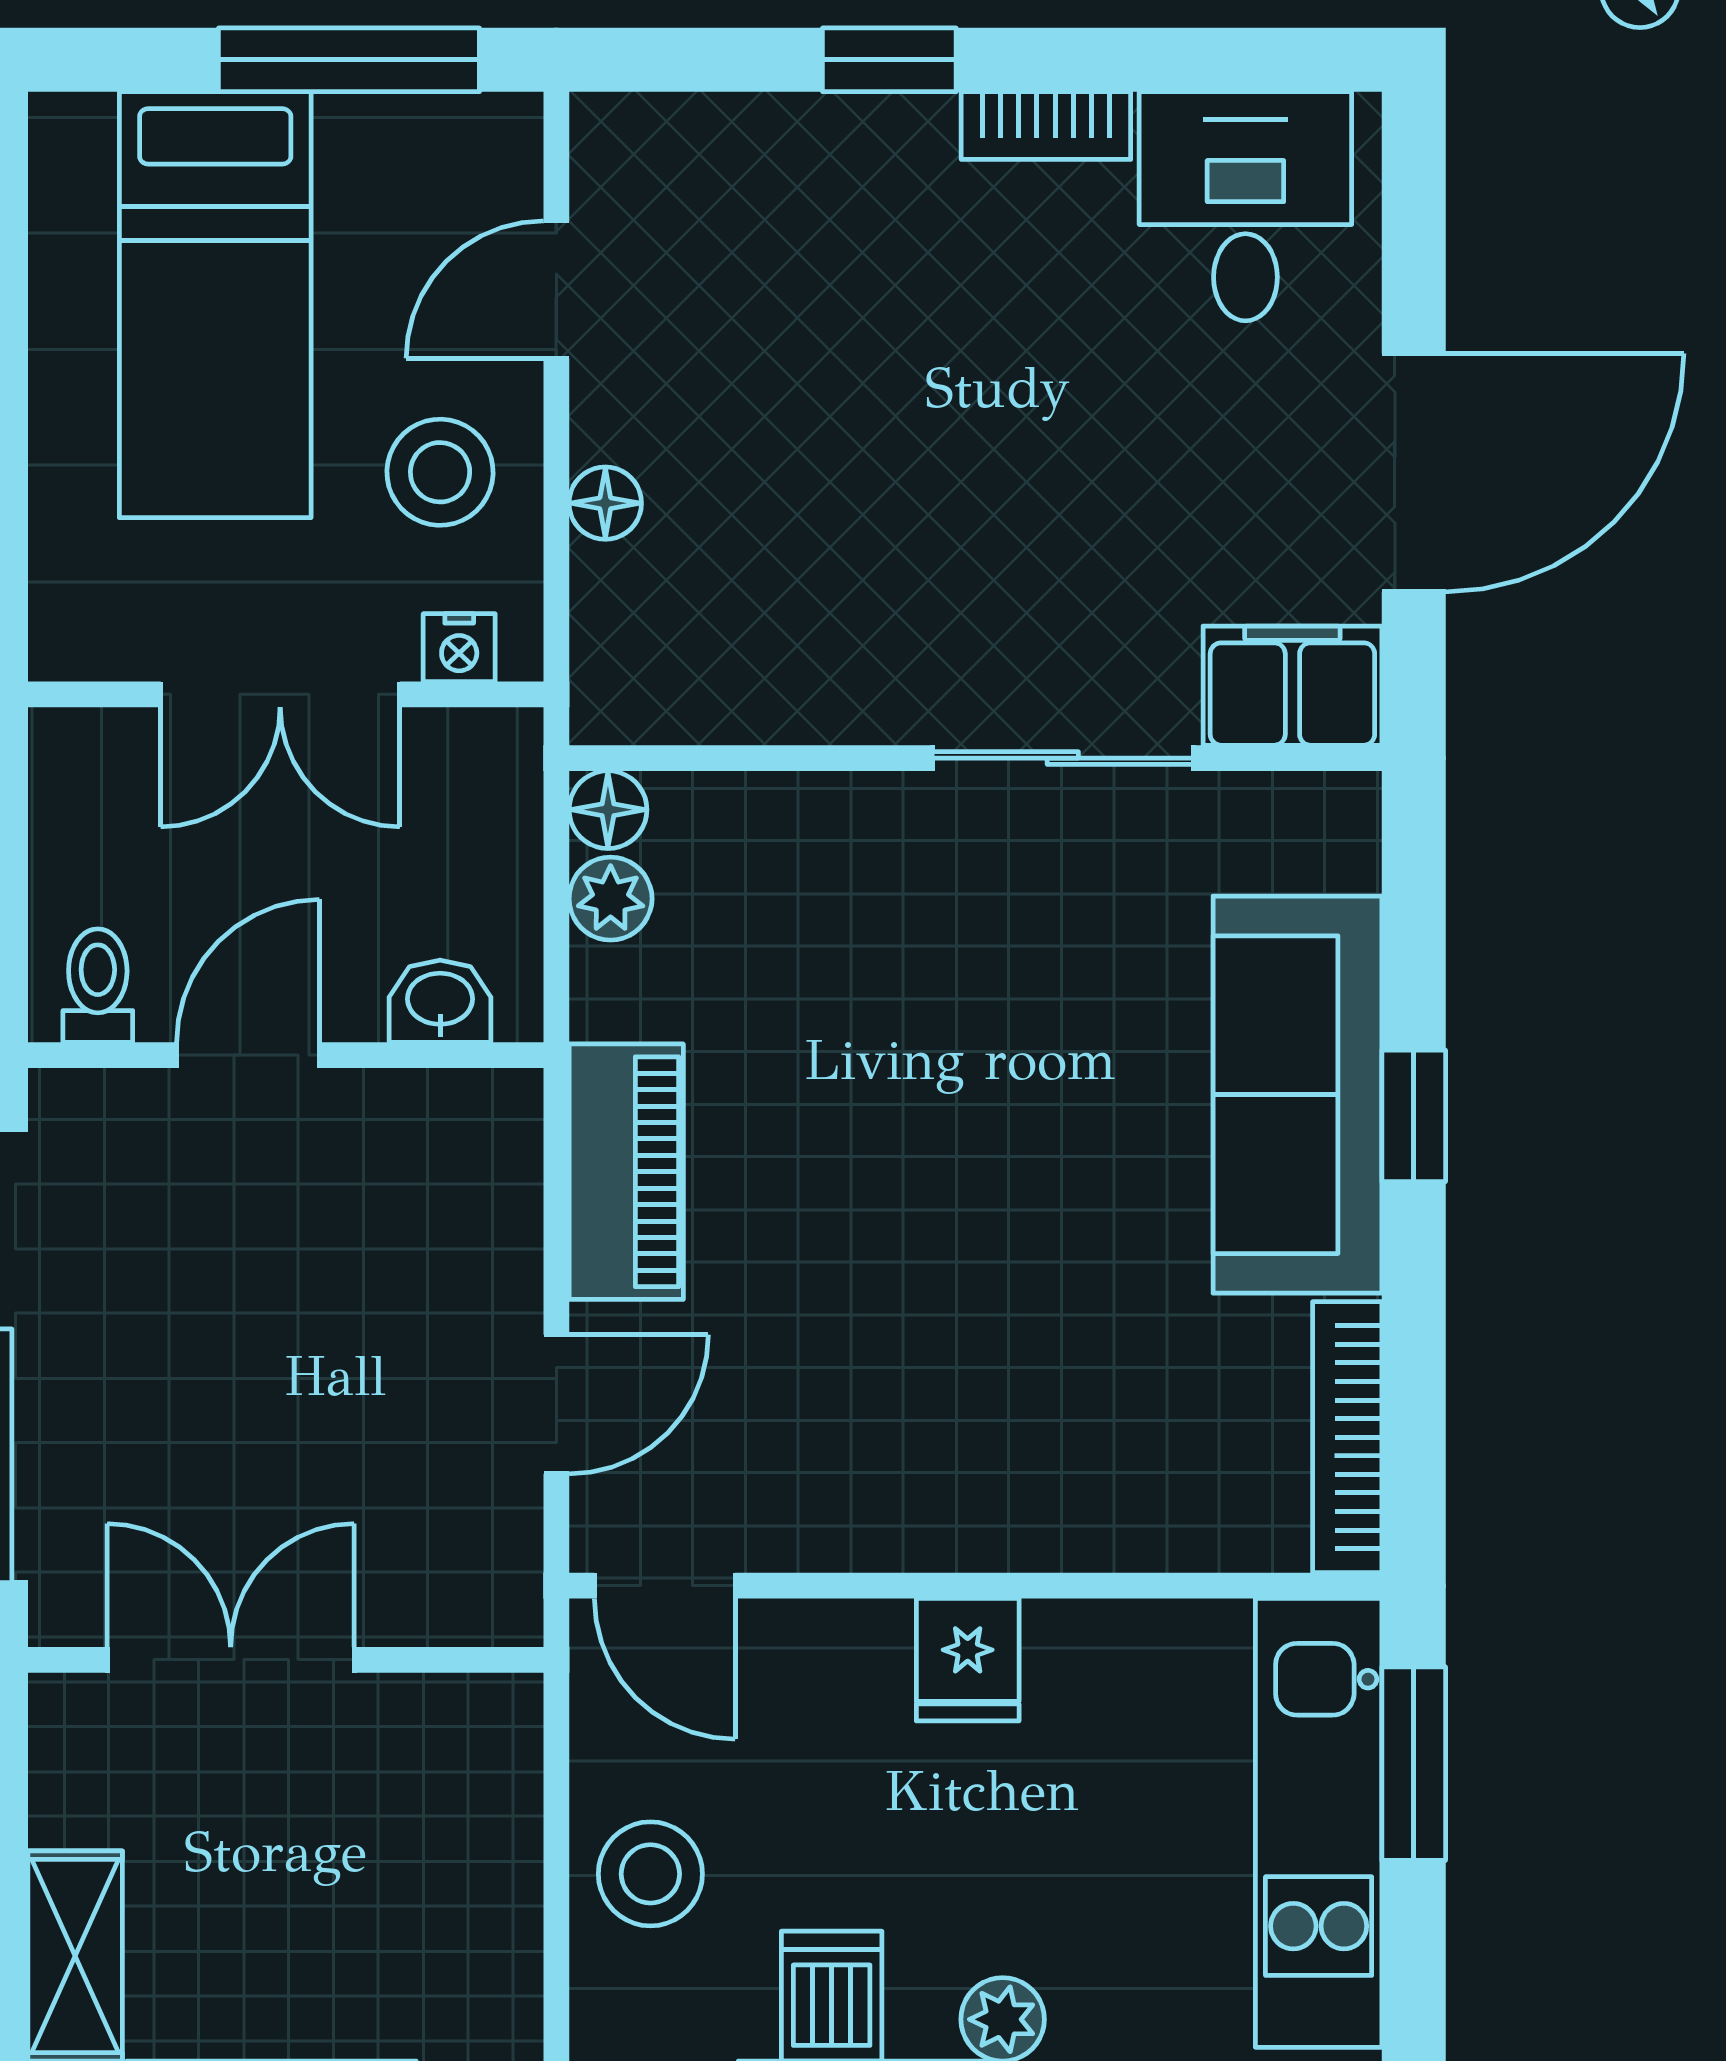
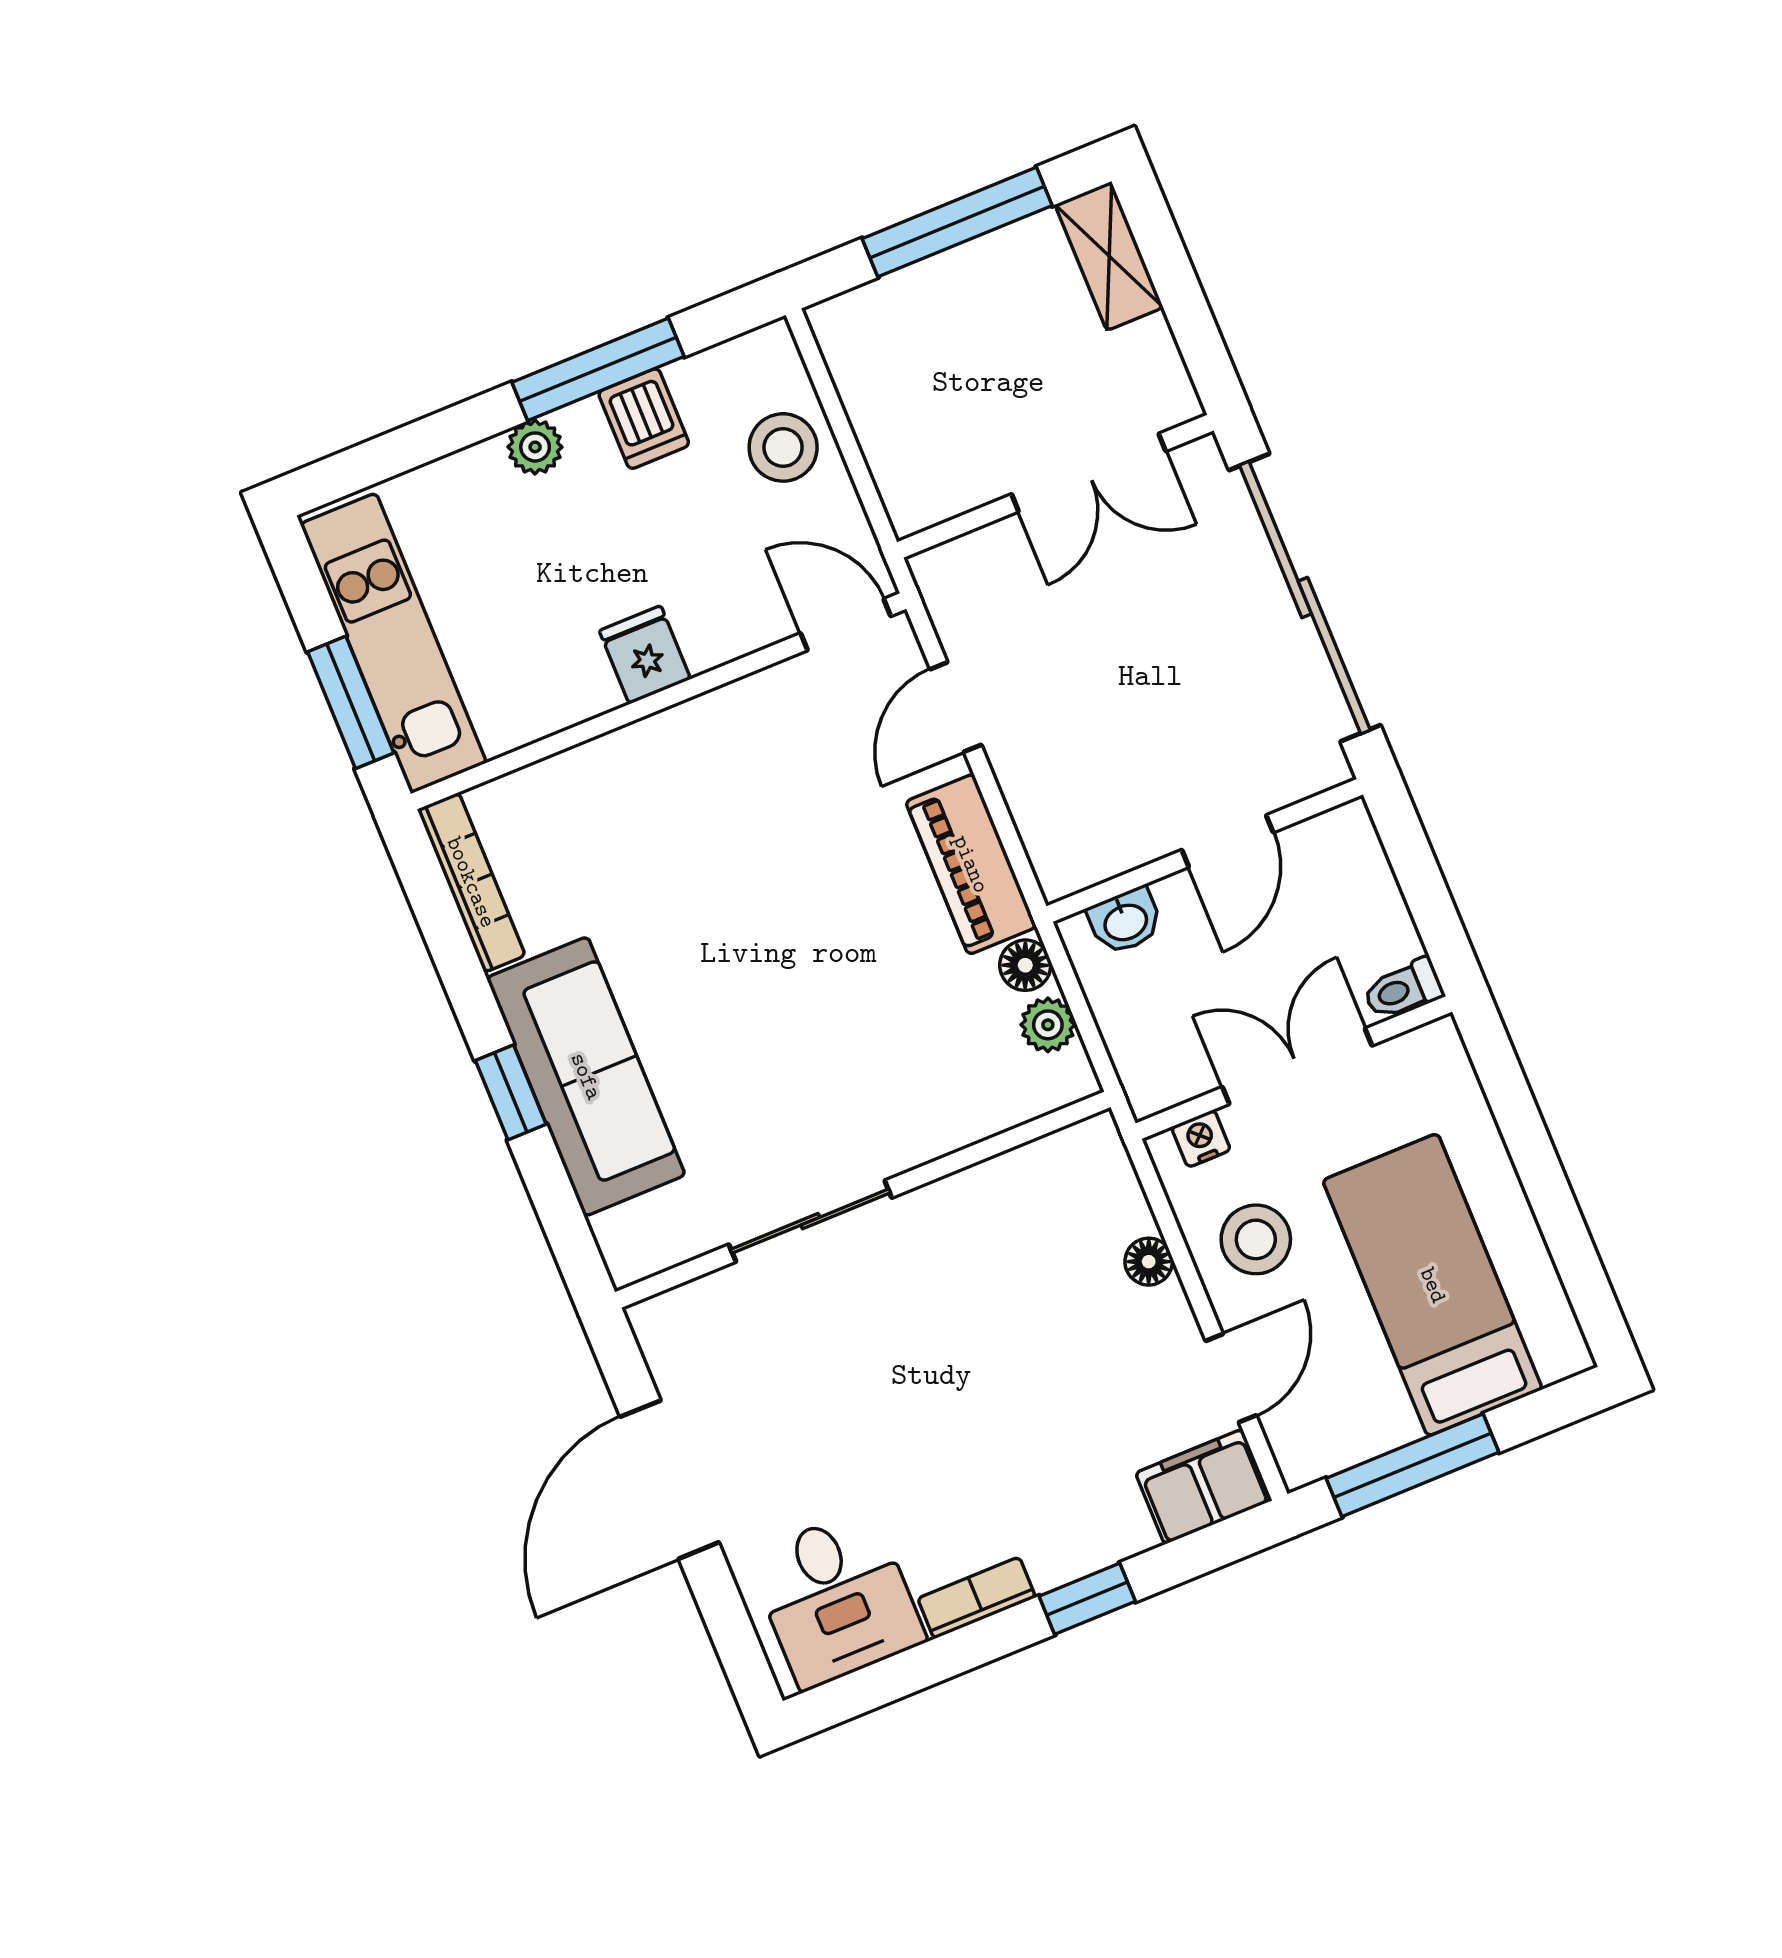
filing cabinet: (1292, 686) -> (1204, 1487), moved, turned 180
floor lamp: (608, 810) -> (1025, 965), moved
toilet: (98, 986) -> (1403, 989), moved, turned 90

